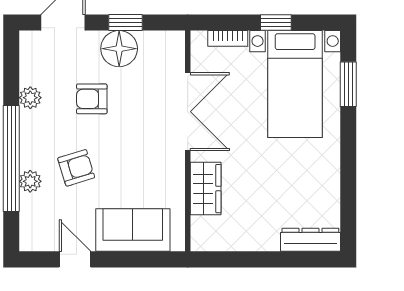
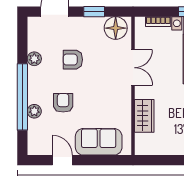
floor lamp: (119, 49) -> (116, 28), moved
double door: (188, 112) -> (133, 68), width x0.73
armchair: (76, 168) -> (63, 103), turned -73

